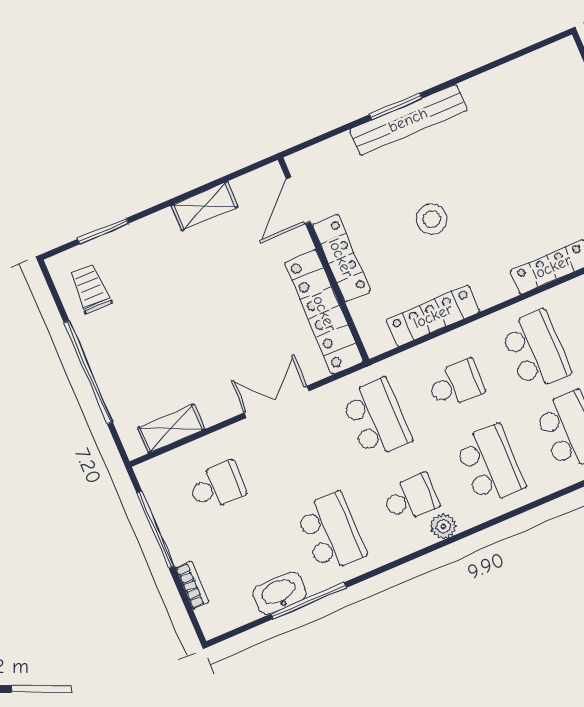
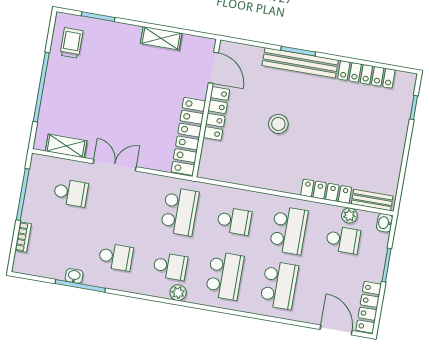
door: (298, 200) -> (213, 68), swing flipped
locker: (433, 316) -> (366, 74), moved, turned 180
double door: (277, 402) -> (115, 165), moved
school desk: (331, 532) -> (116, 257), width x0.54
washbasin: (279, 593) -> (74, 276), width x0.52, depth x0.69

